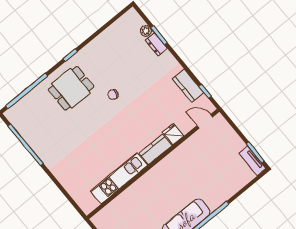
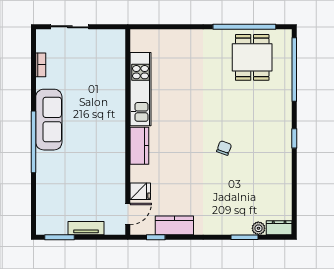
dresser: (156, 44) -> (279, 228), moved
dining table: (71, 88) -> (252, 57), moved
fridge: (173, 134) -> (140, 191), moved
tv unit: (252, 161) -> (86, 228), moved

